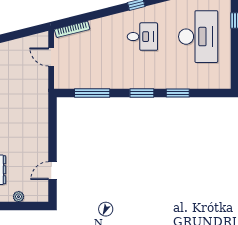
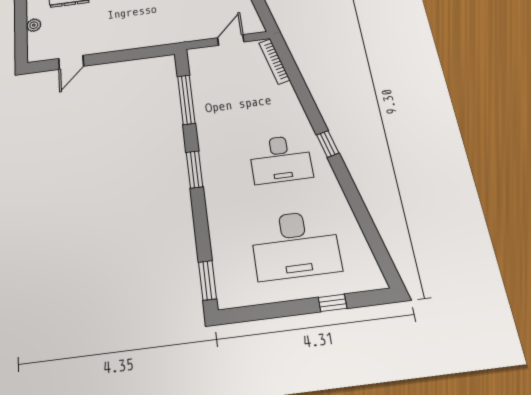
desk: (142, 37) -> (281, 159), width x1.37
window: (178, 93) -> (207, 280), moved
door: (52, 171) -> (71, 62), swing flipped

